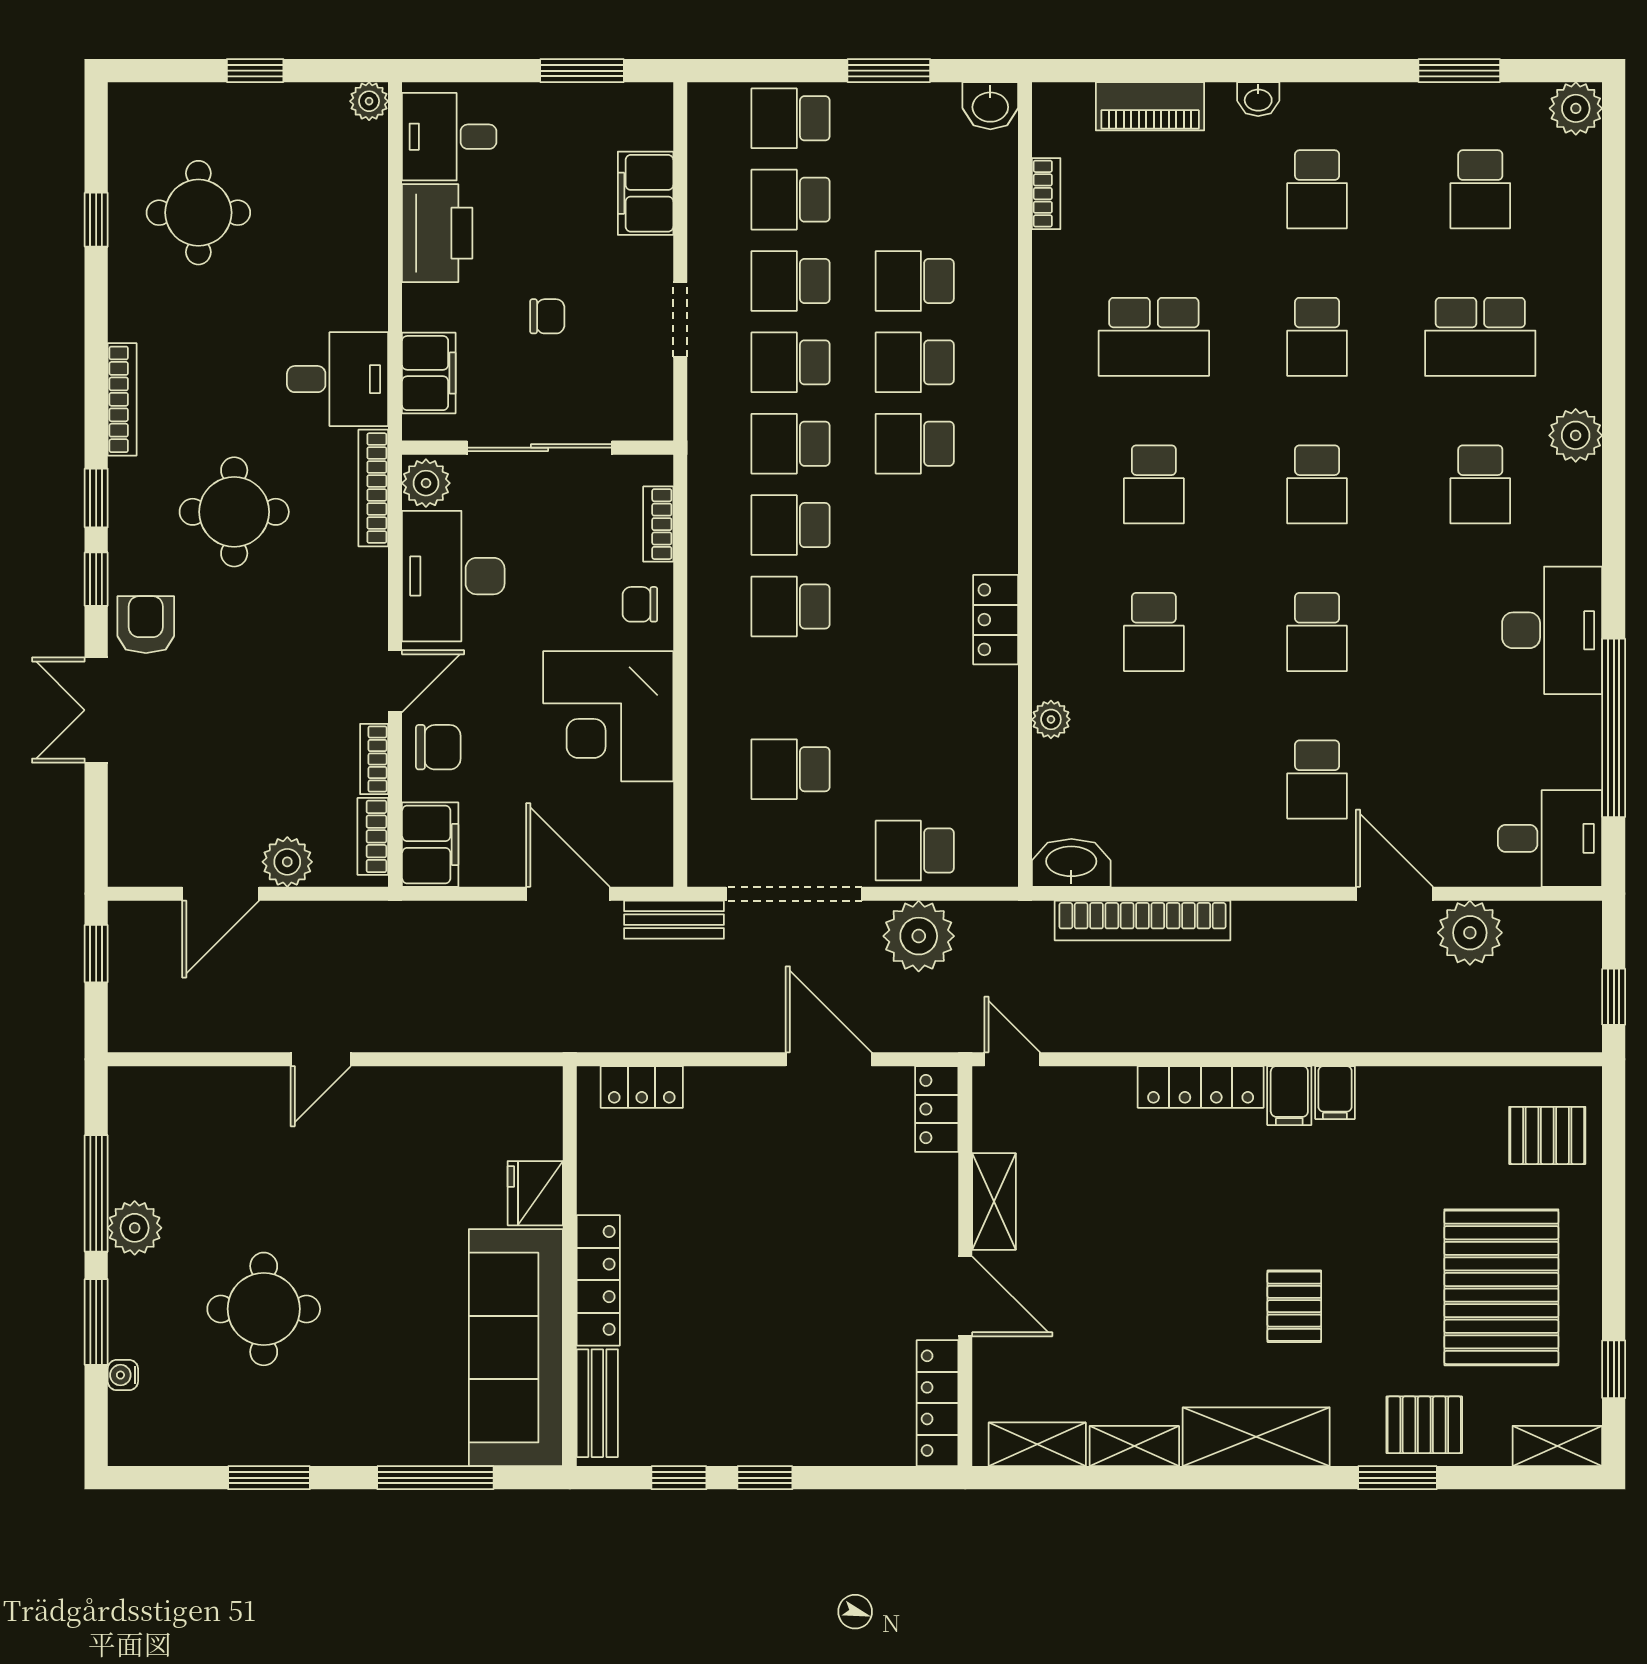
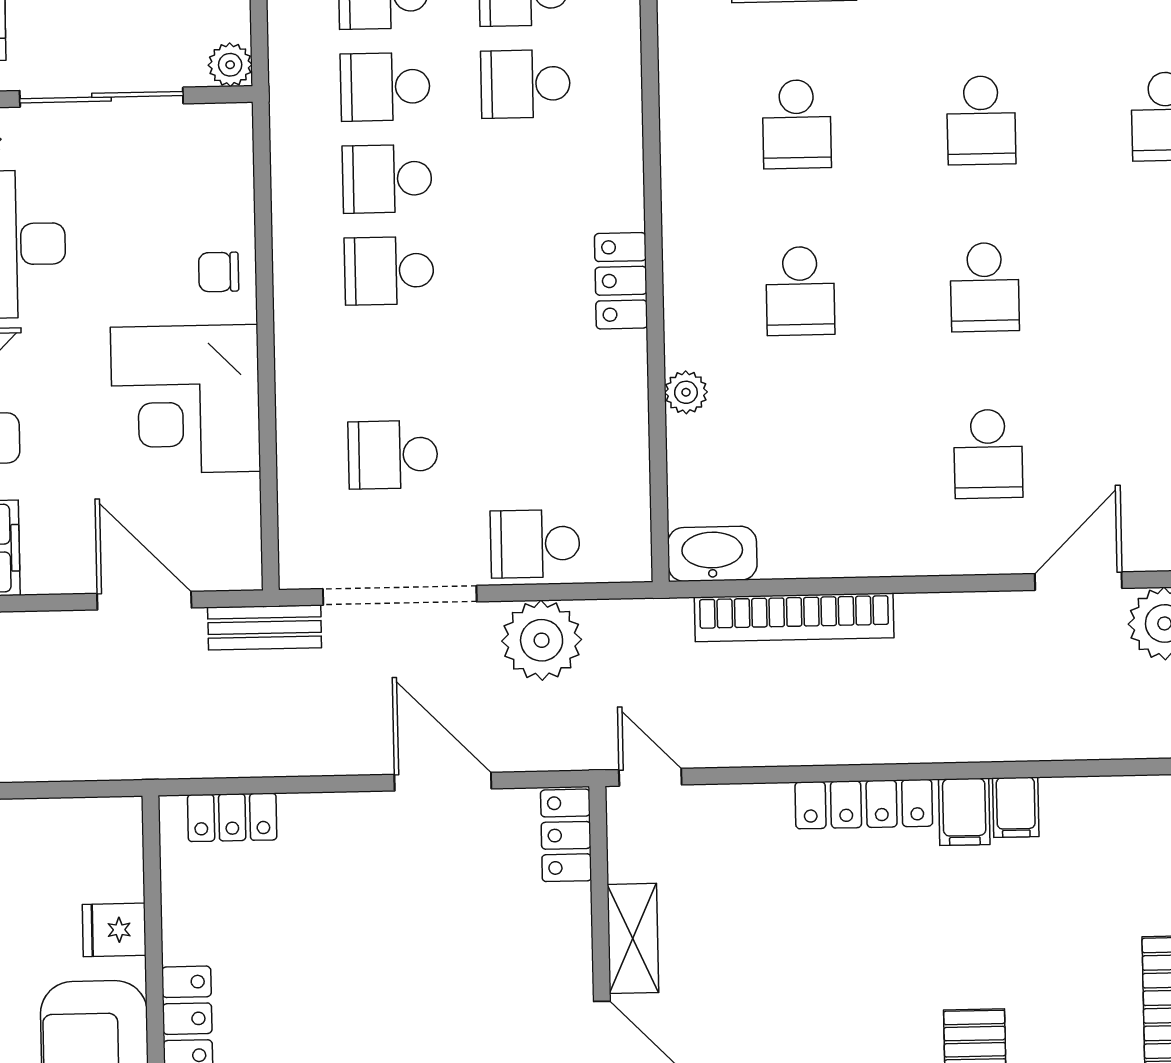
plant: (654, 421) -> (230, 65), added
bookcase: (658, 524) -> (237, 181), removed
door: (1395, 894) -> (1078, 581), hinge flipped
fridge: (535, 1193) -> (114, 930), width x0.72

